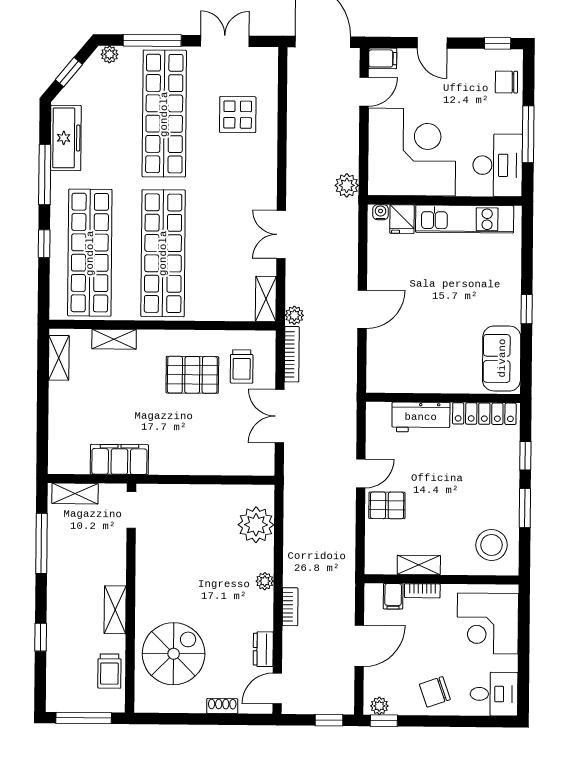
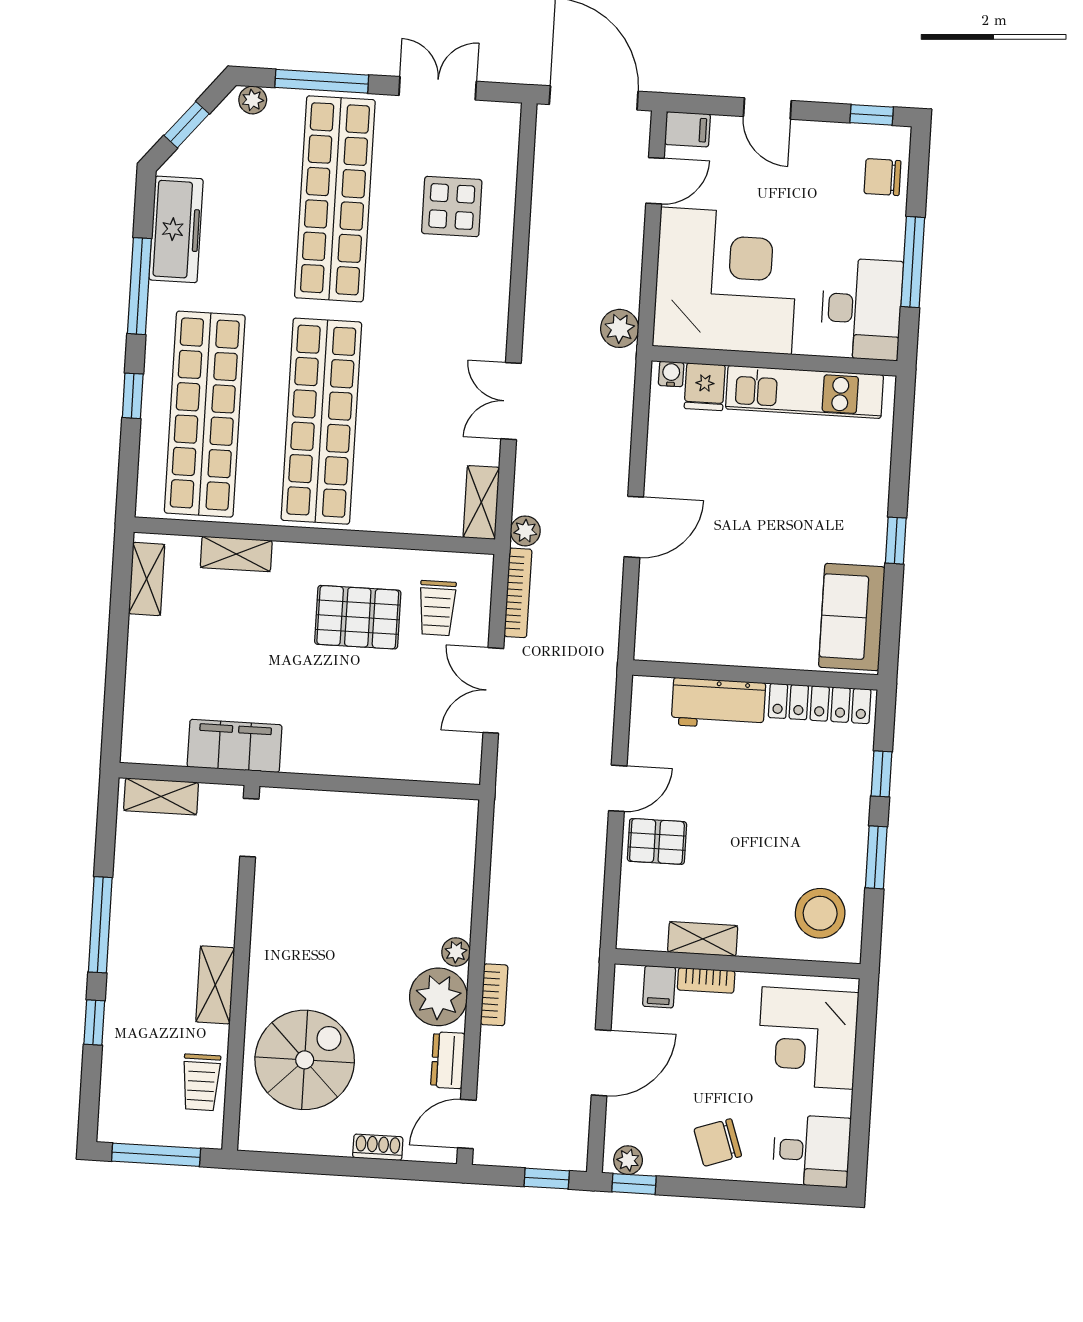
plant: (256, 525) -> (438, 997), moved
window: (41, 543) -> (100, 925), moved

